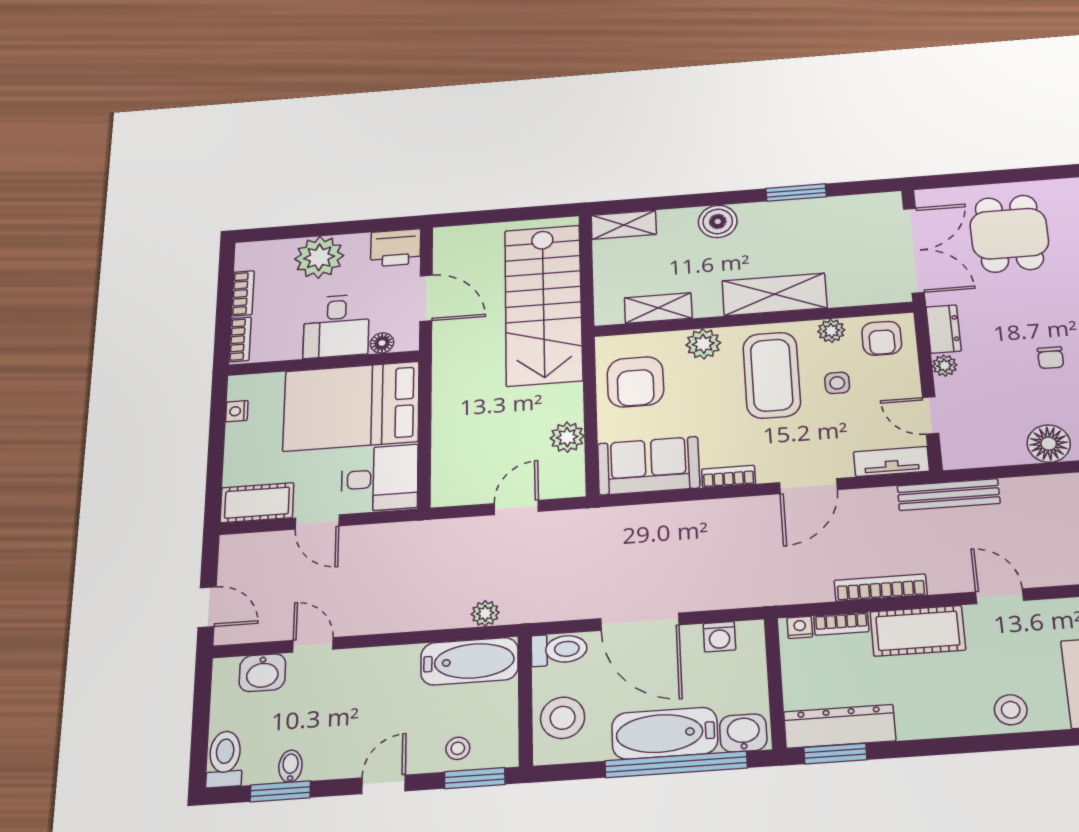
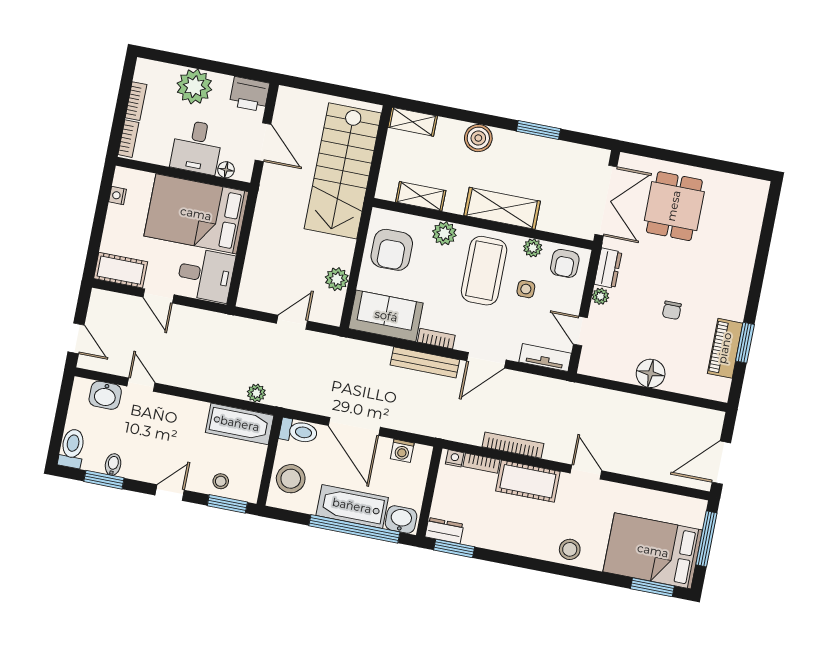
bench: (949, 495) -> (425, 362), moved
dresser: (840, 726) -> (444, 531), width x0.51, depth x0.80

